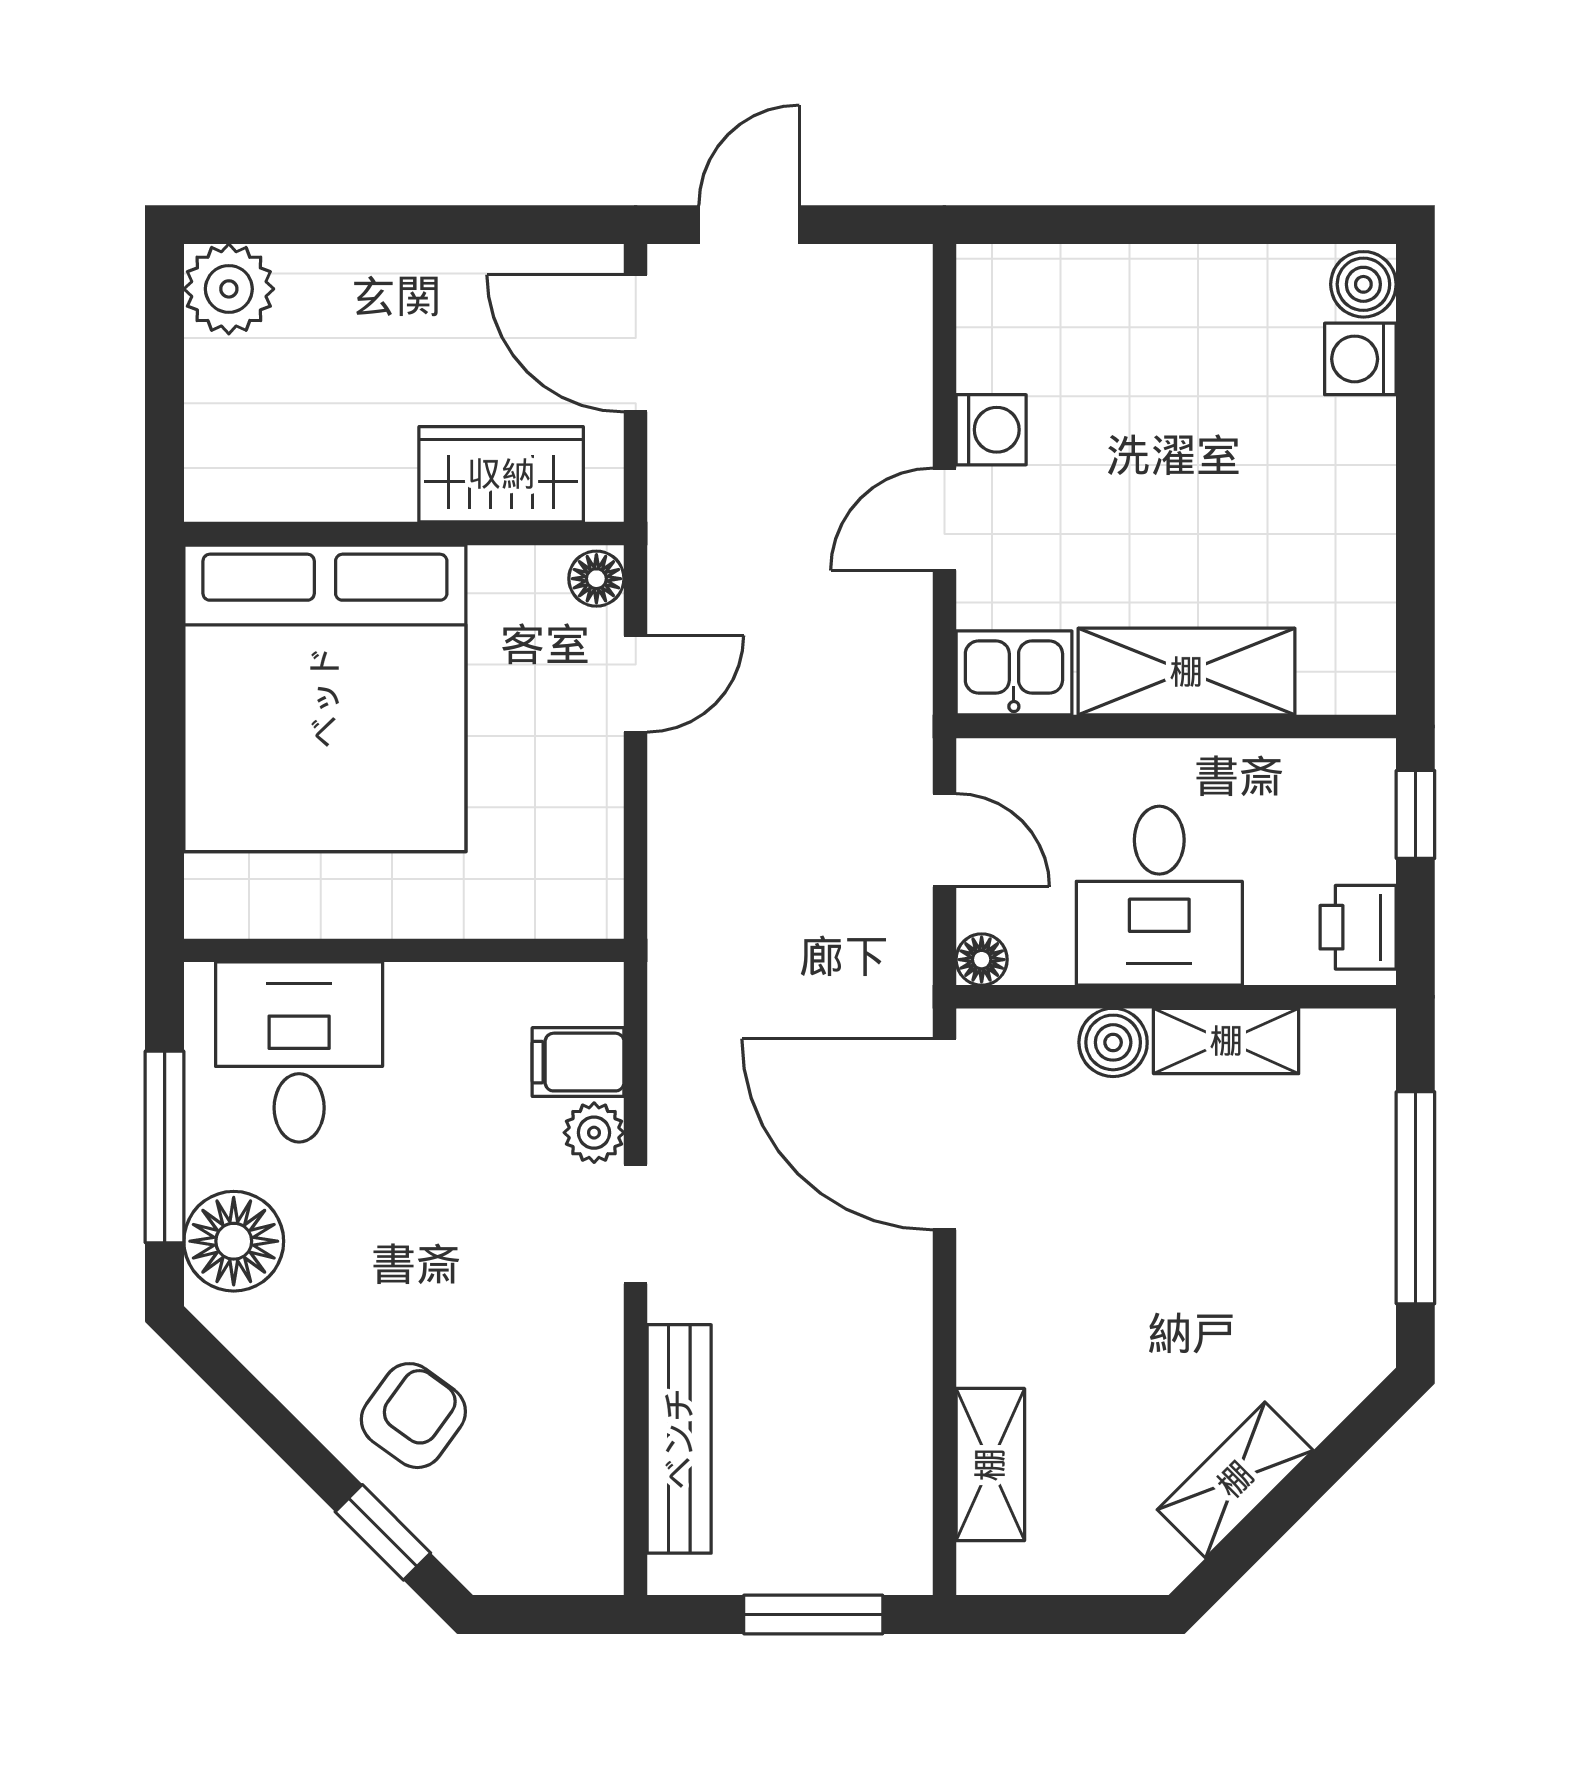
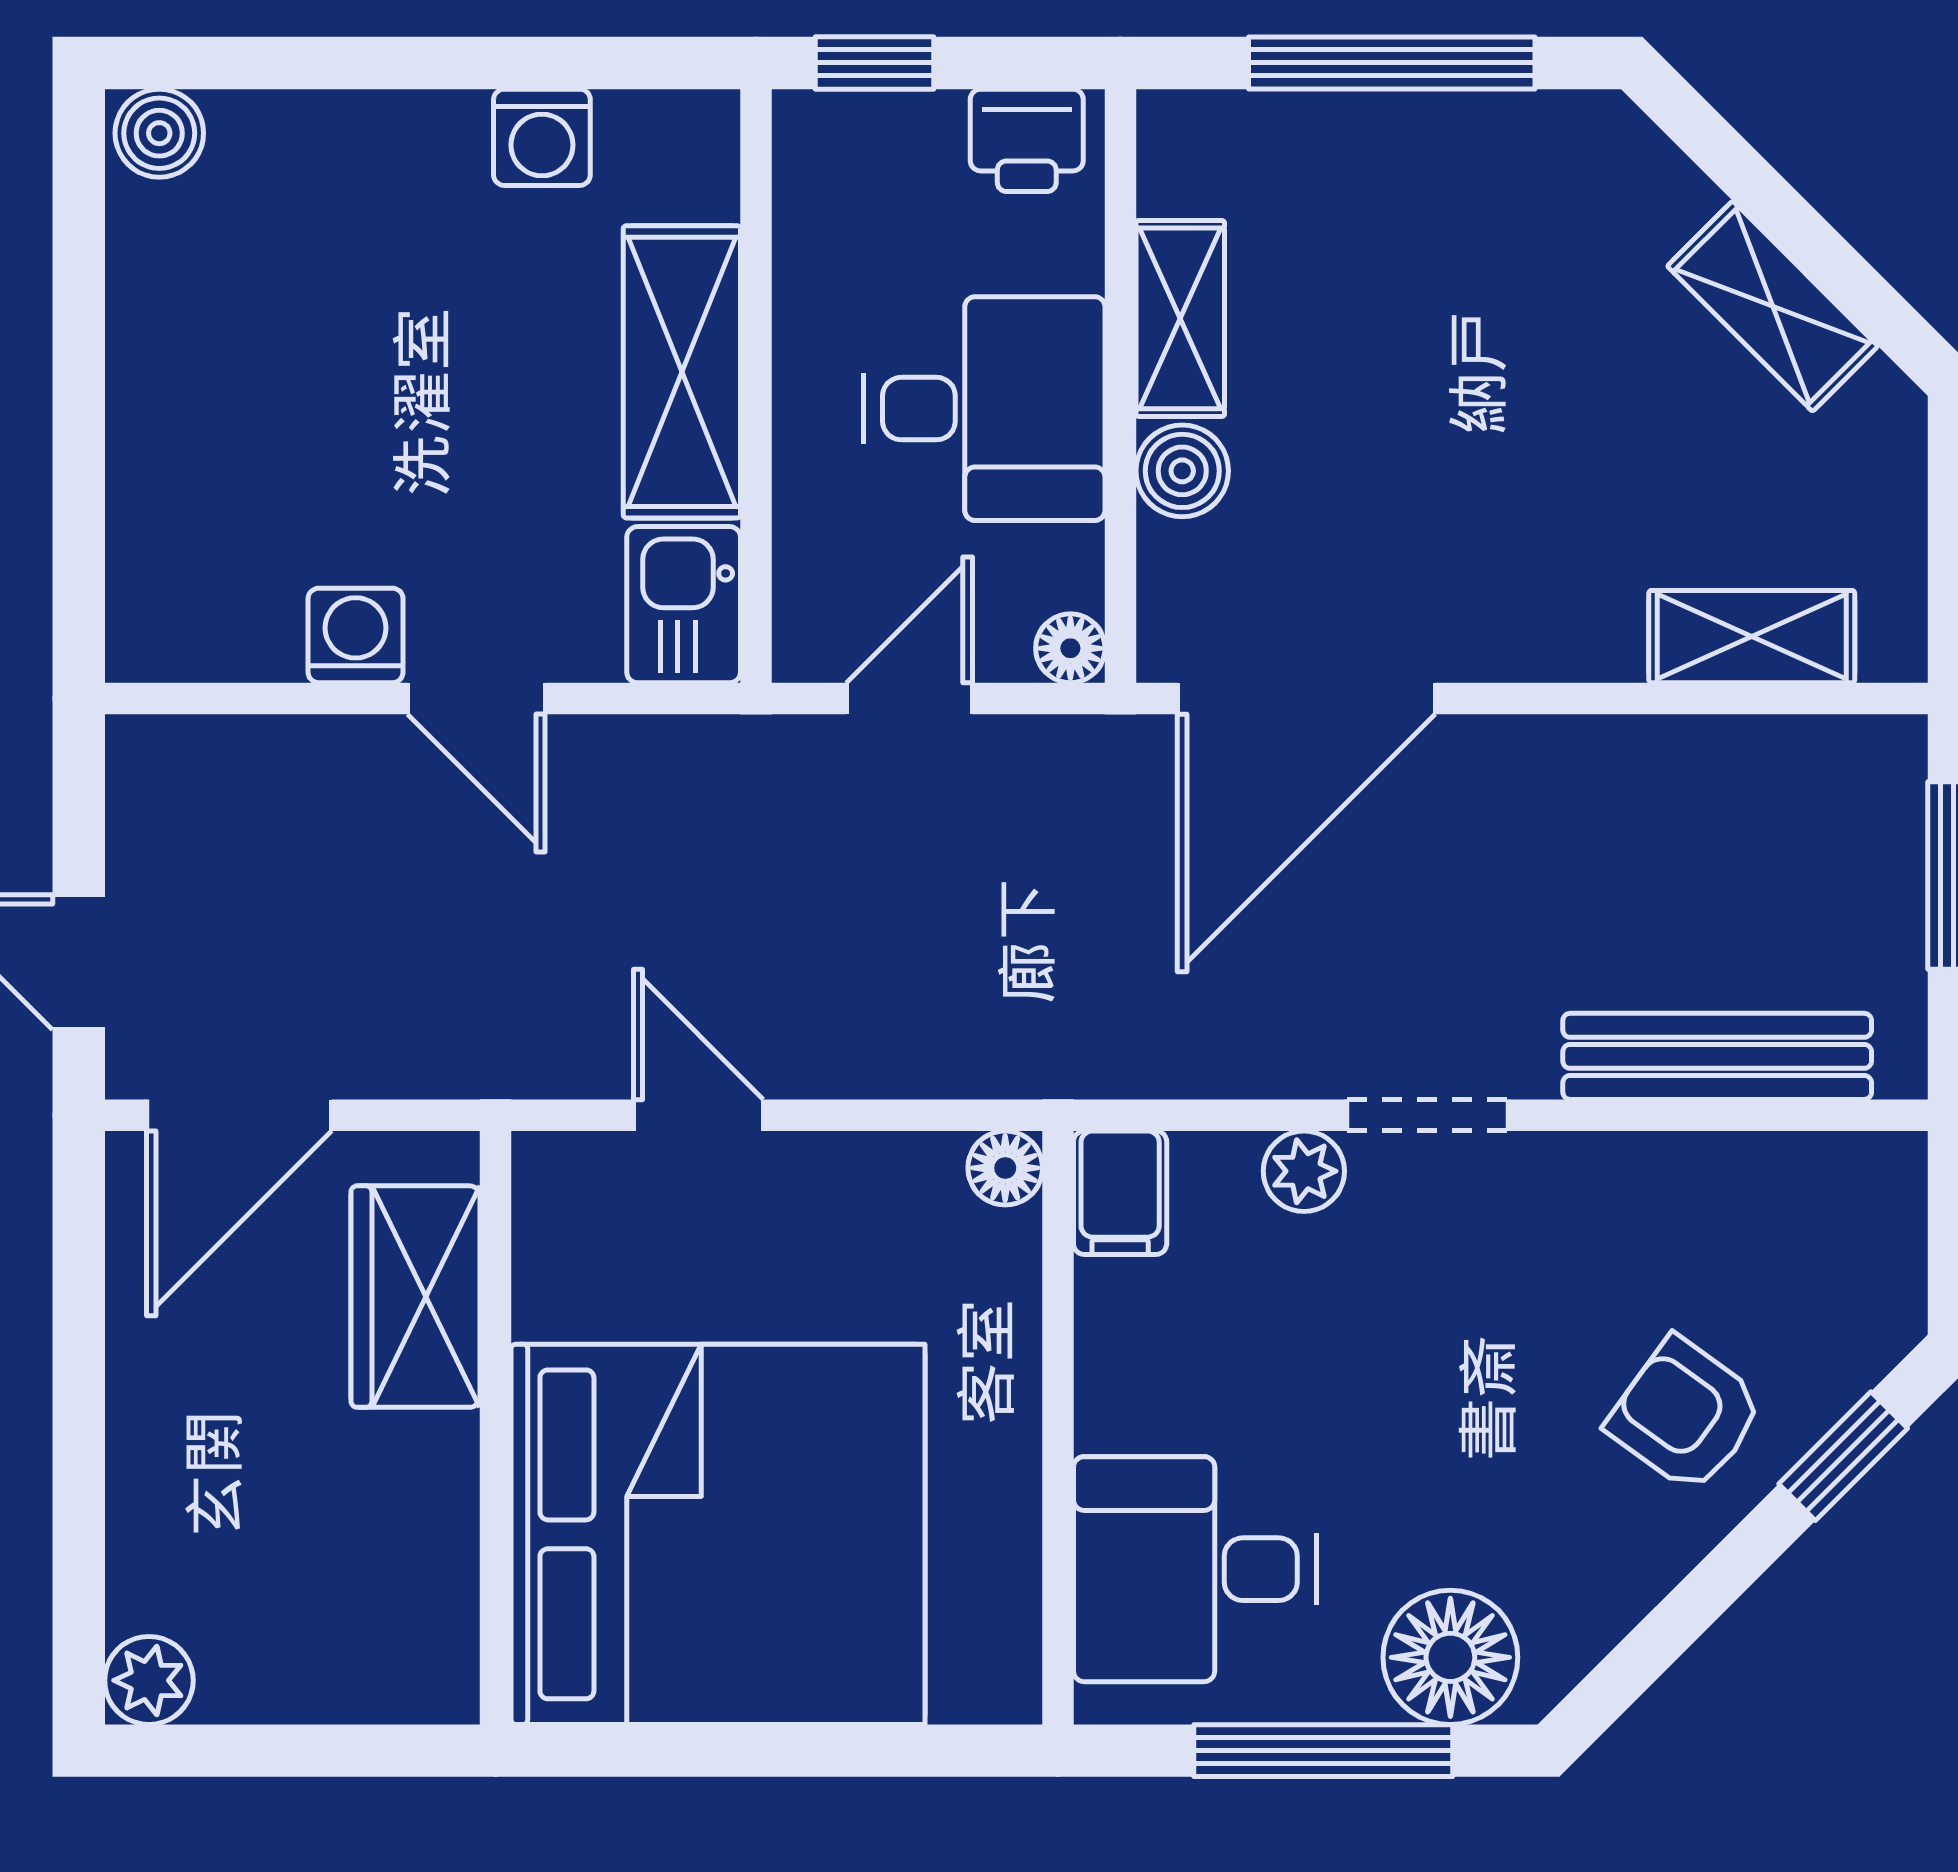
plant: (229, 289) -> (149, 1680), width x0.73, depth x0.73
washing machine: (1360, 359) -> (542, 137), moved
floor lamp: (596, 579) -> (1005, 1168), moved
filing cabinet: (578, 1062) -> (1120, 1193), moved

